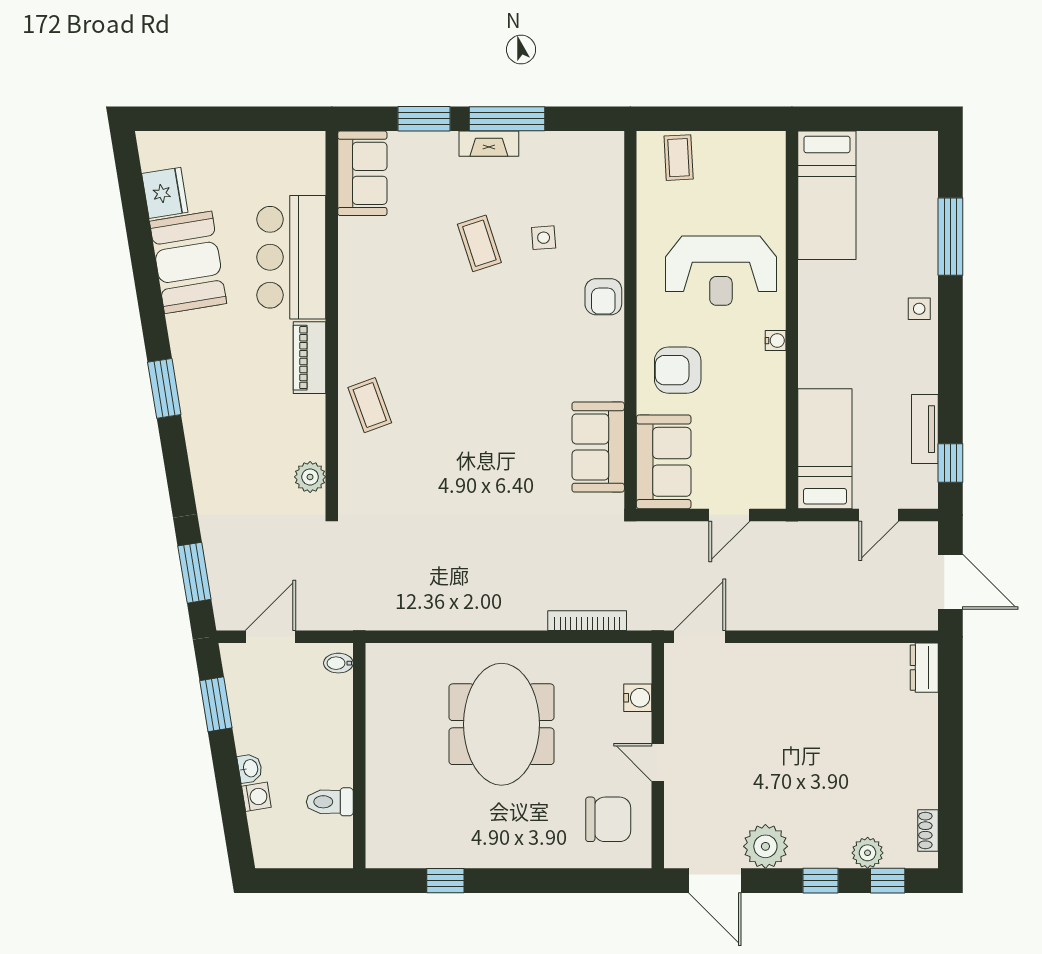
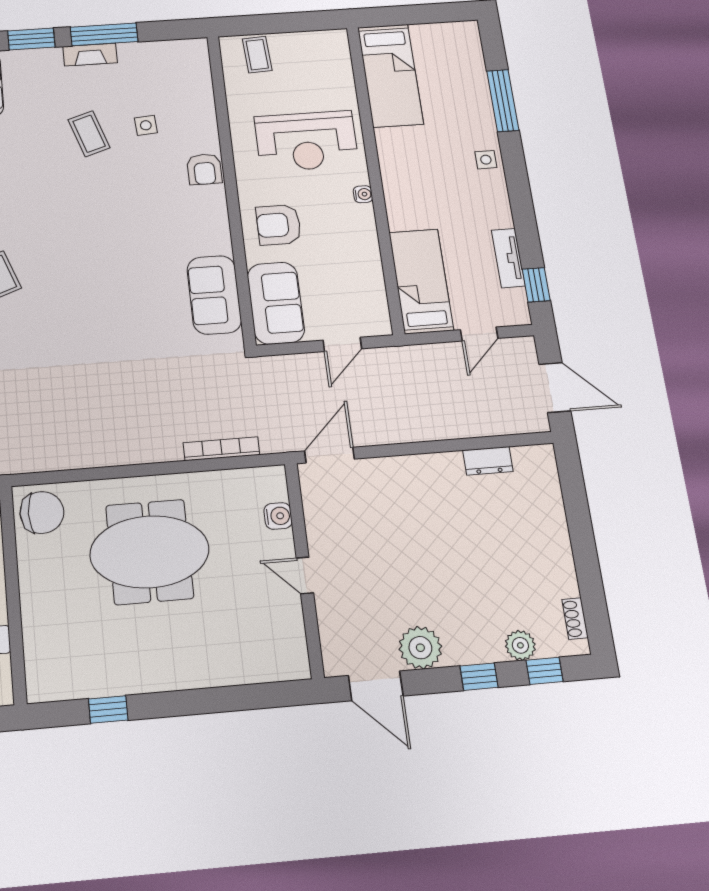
dresser: (924, 668) -> (488, 461), moved, turned -90
meeting table: (501, 724) -> (149, 552), turned 90
chair: (608, 819) -> (42, 512), moved

